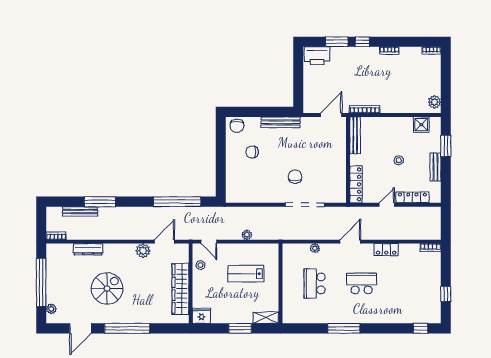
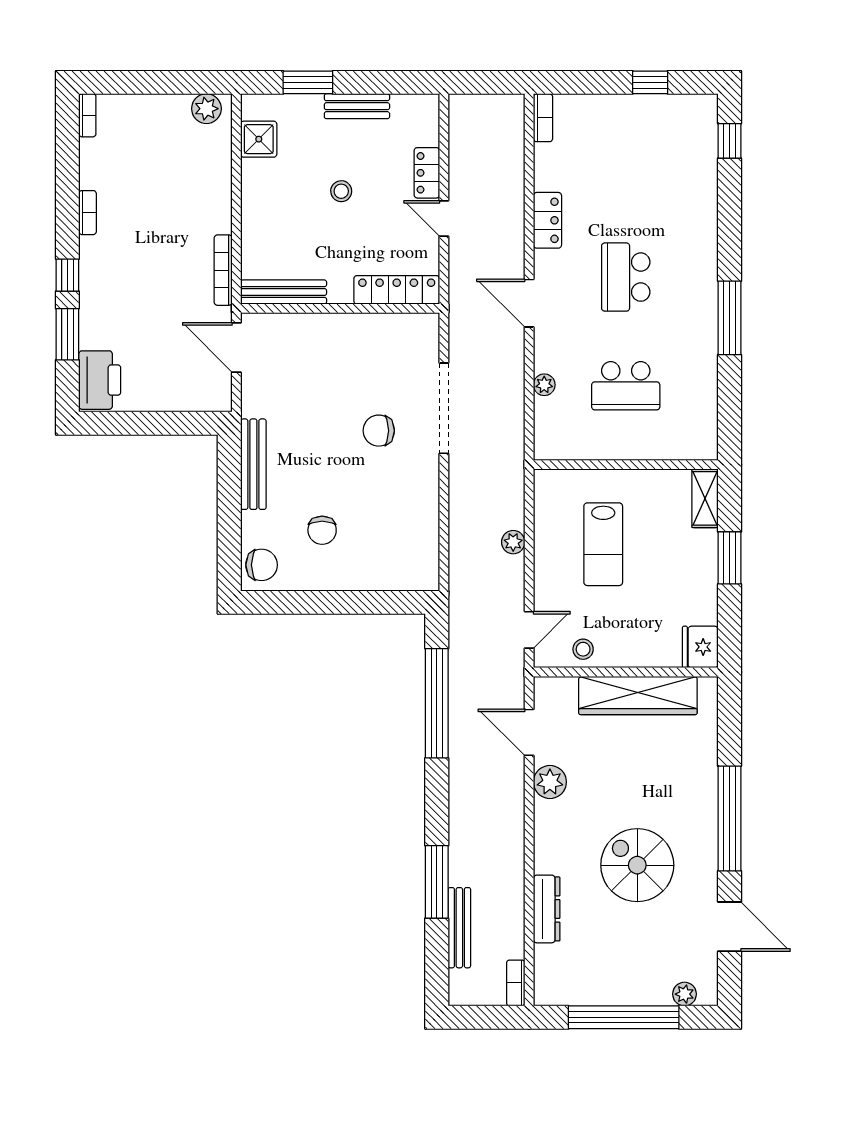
locker: (412, 197) -> (427, 173), width x0.66

